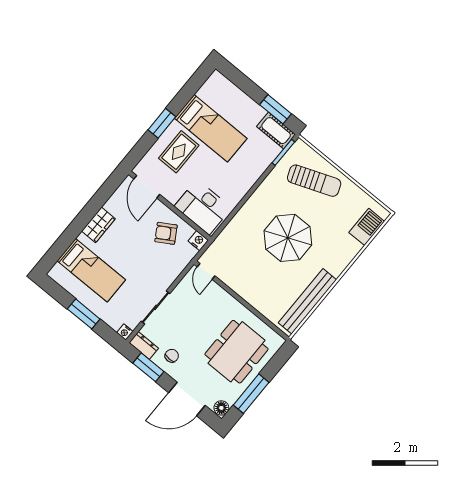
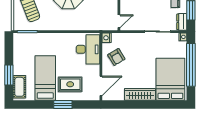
window: (275, 109) -> (9, 75), moved
cot: (276, 131) -> (19, 87), moved
wardrobe: (98, 225) -> (140, 94), width x1.50
bed: (91, 270) -> (170, 79), width x1.50
window: (84, 314) -> (191, 65), width x2.11

